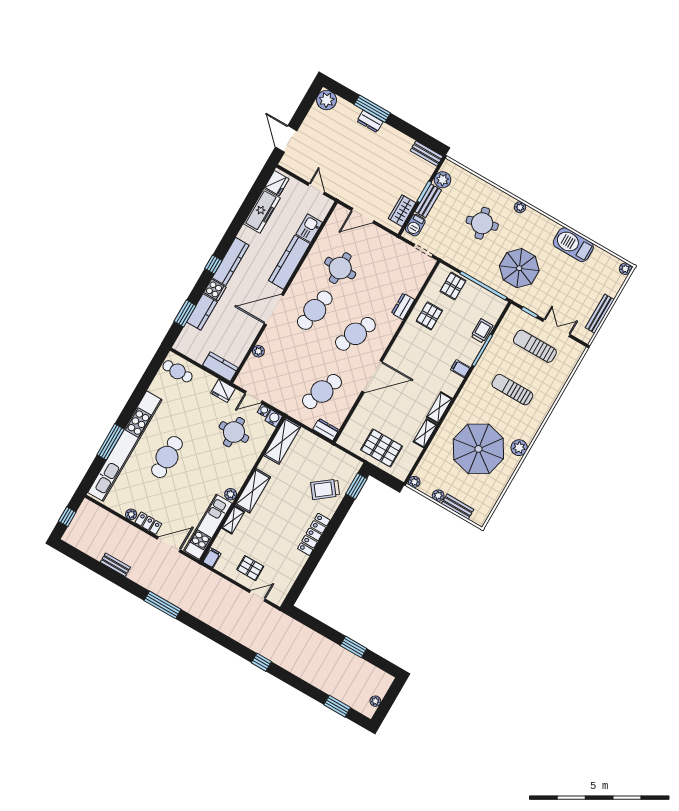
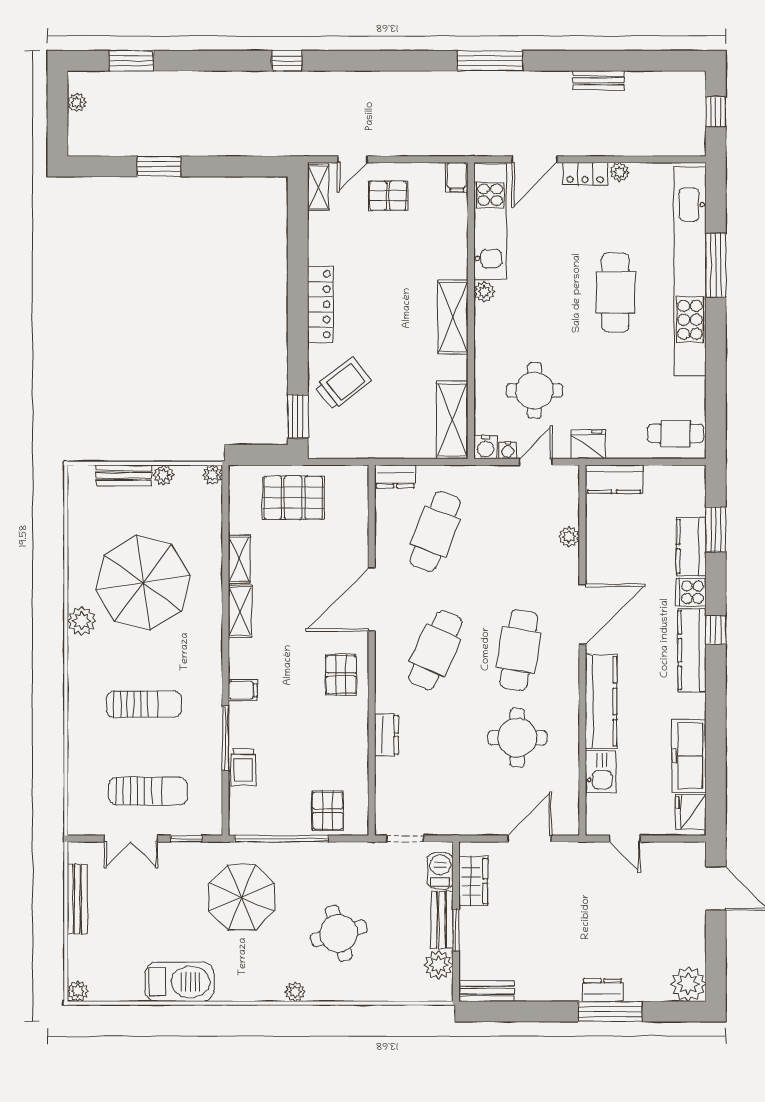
pallet: (429, 316) -> (341, 675), moved
shelving: (233, 520) -> (318, 187), moved

